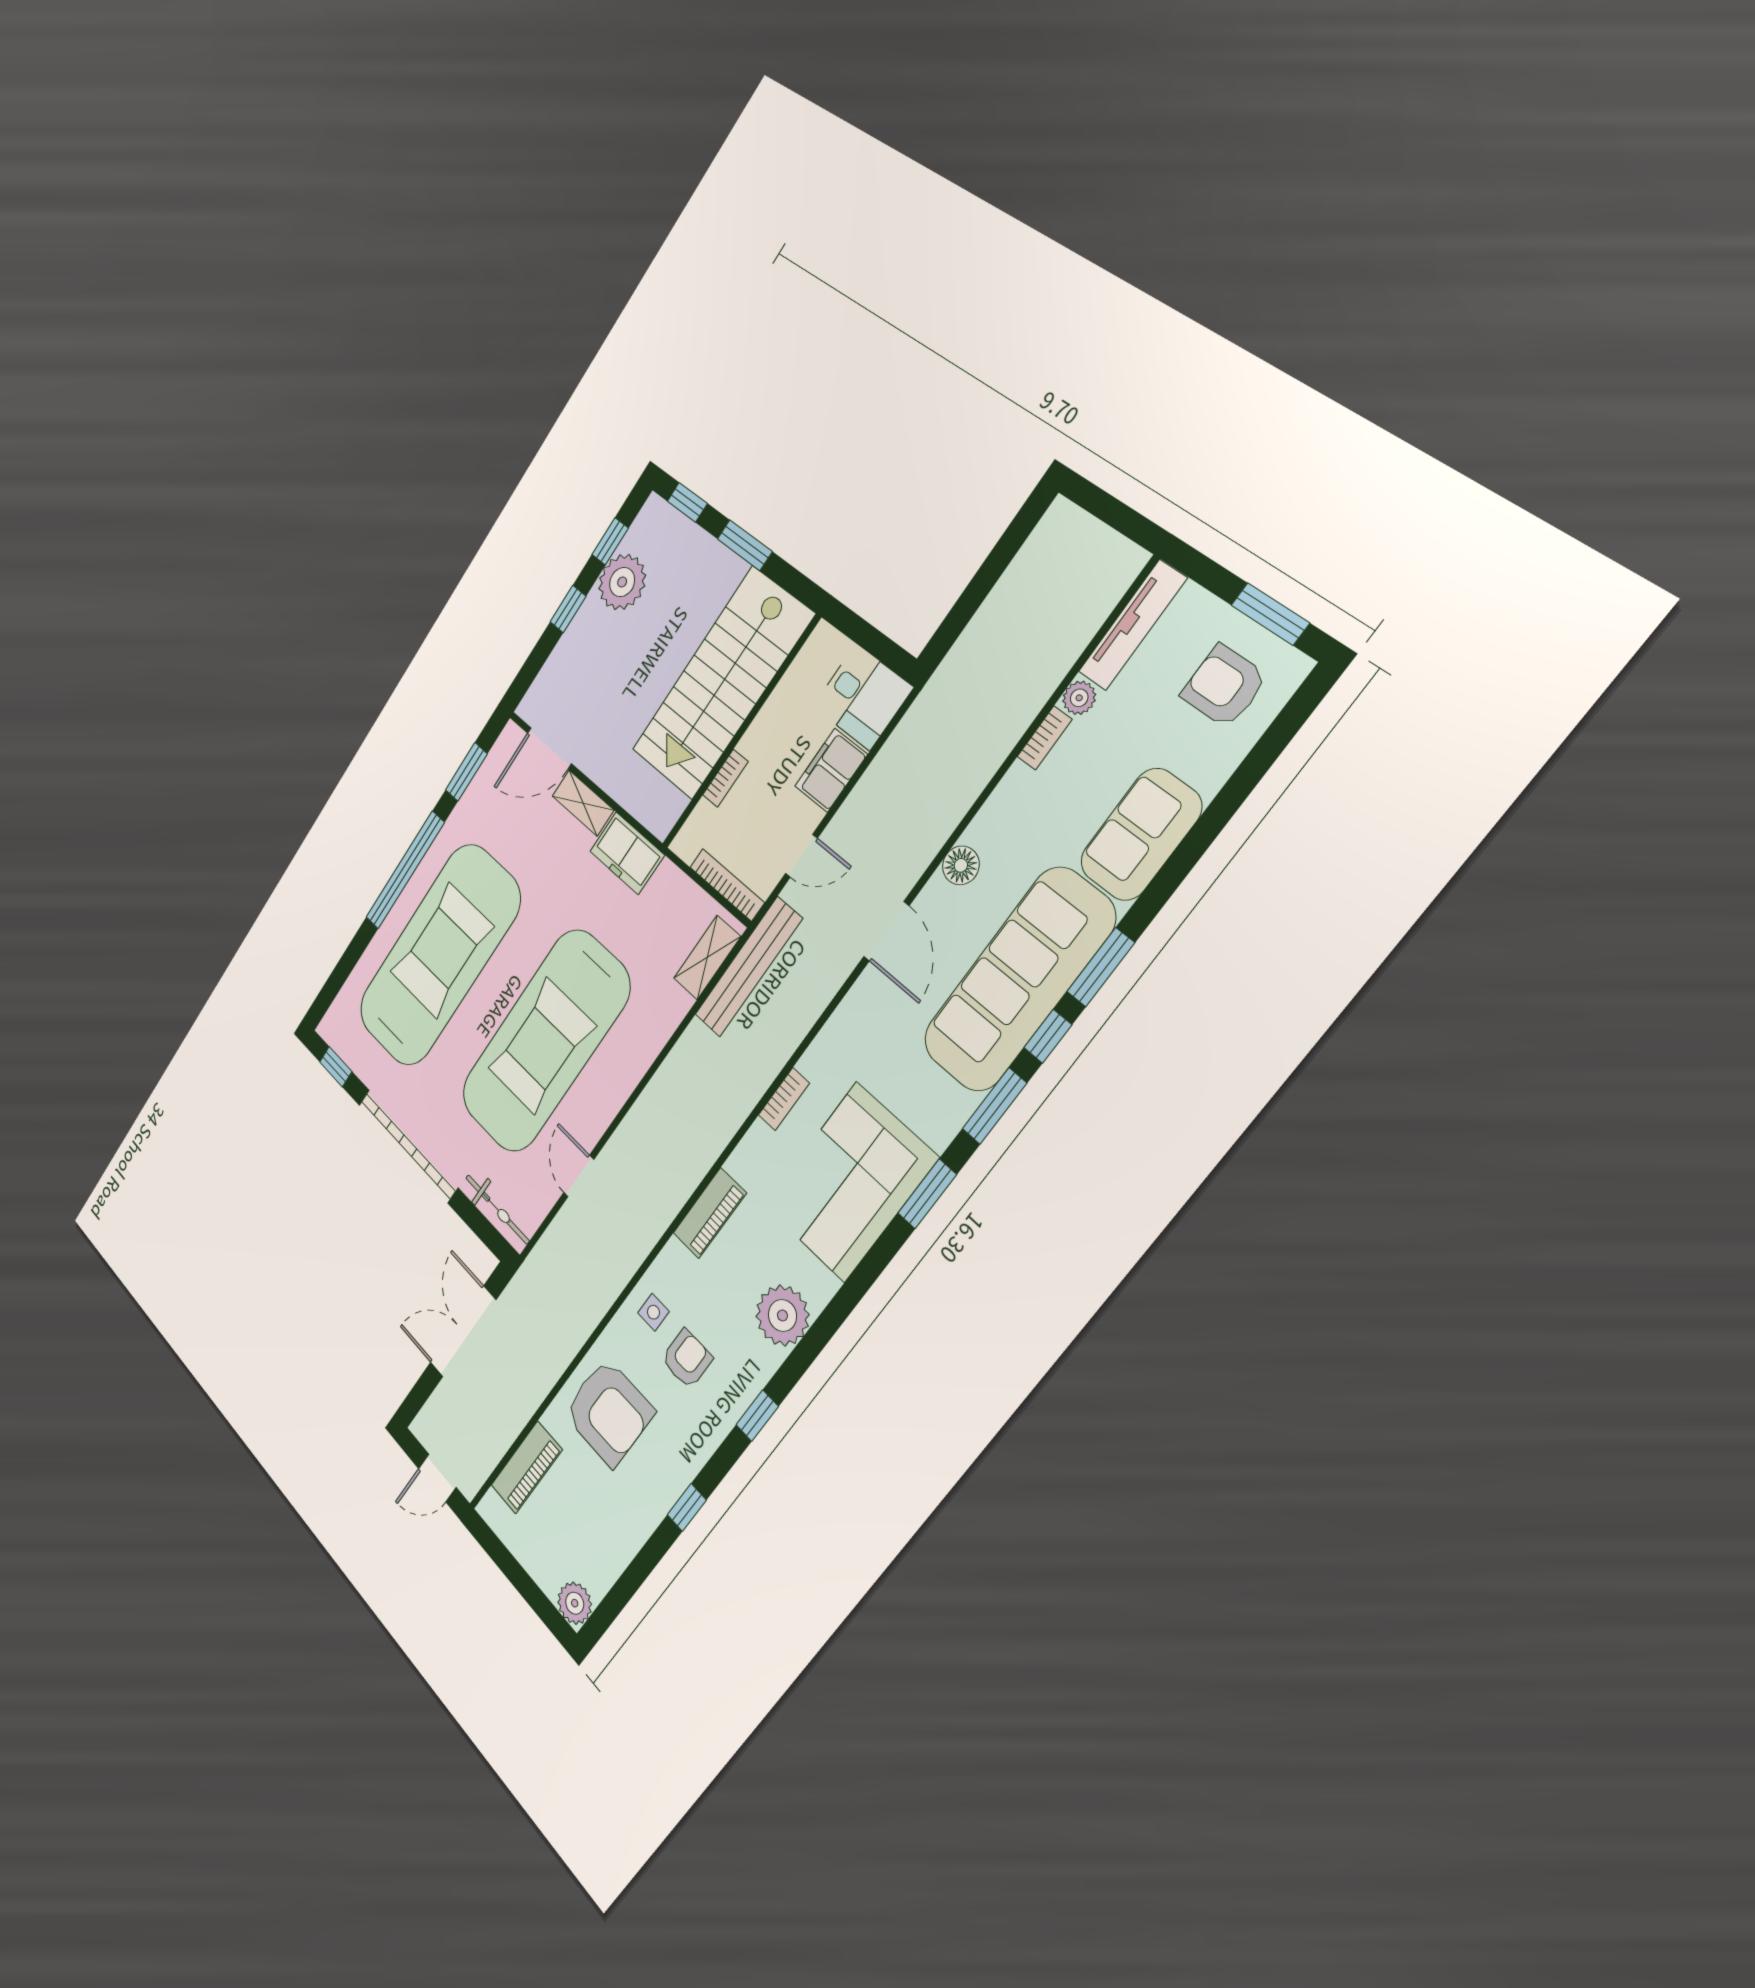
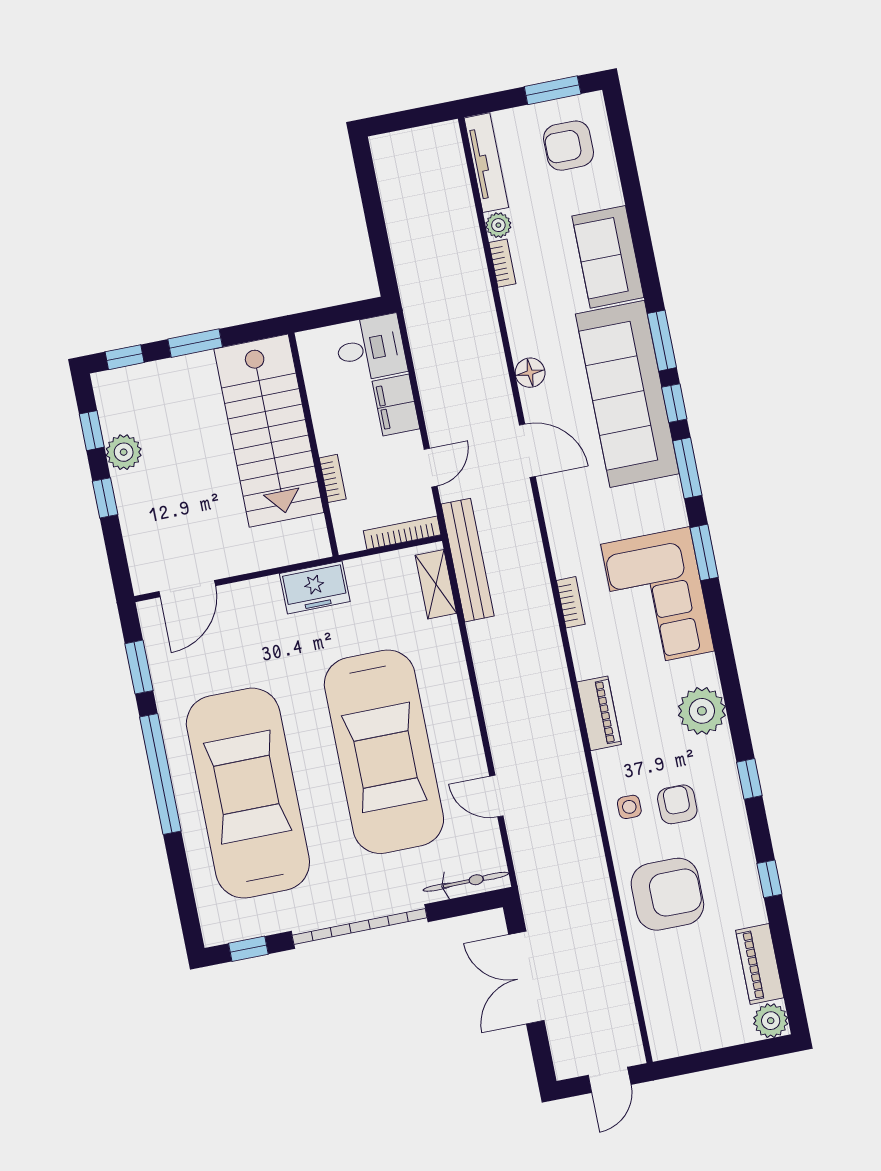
plant: (622, 582) -> (124, 452), width x0.73, depth x0.73
shelving: (583, 803) -> (250, 593), removed
piano: (527, 1467) -> (760, 964), moved, turned 180

